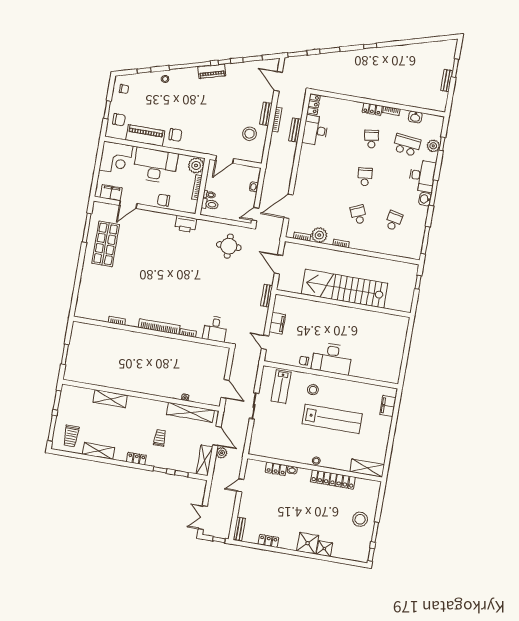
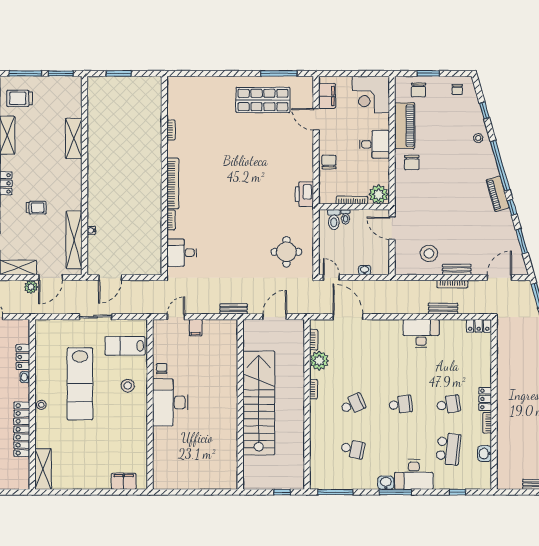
desk: (315, 130) -> (421, 333), moved
plant: (433, 146) -> (453, 482), removed
desk: (155, 165) -> (374, 144), width x0.53, depth x0.77
filing cabinet: (277, 323) -> (196, 328), width x0.50
lab bench: (332, 419) -> (80, 384), moved

